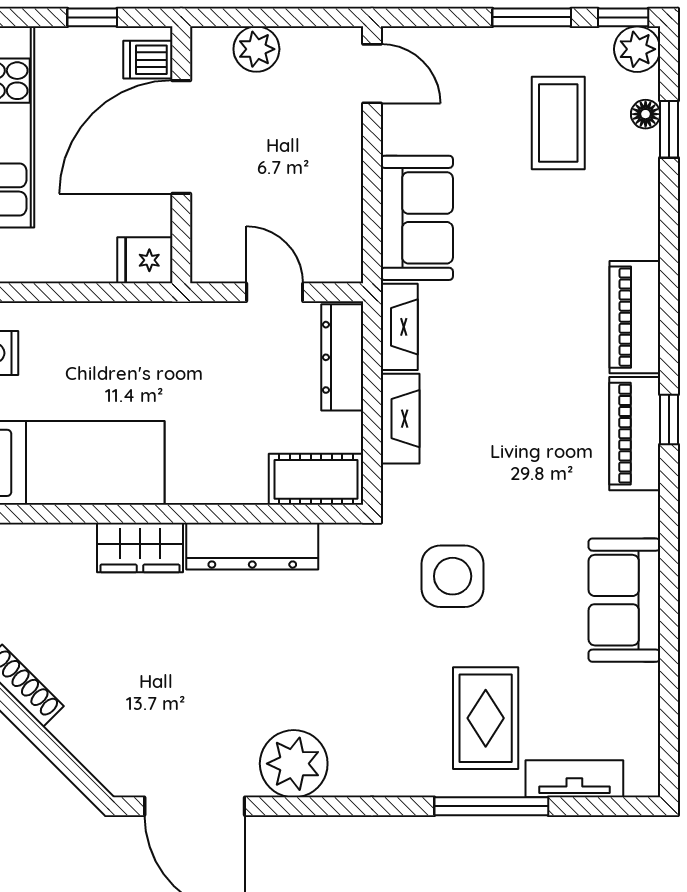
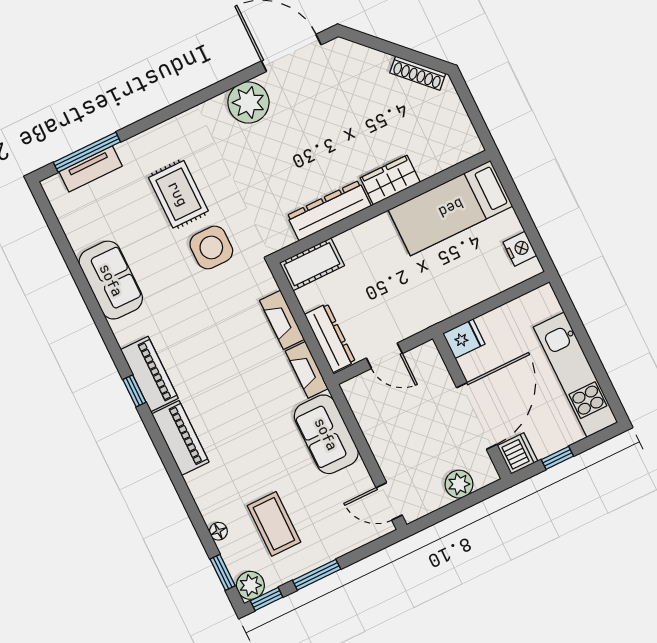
dishwasher: (148, 60) -> (517, 453), width x1.38
floor lamp: (646, 114) -> (218, 531), moved
window: (669, 129) -> (223, 572), moved
rug: (486, 718) -> (178, 194), moved
window: (491, 806) -> (87, 152), moved

